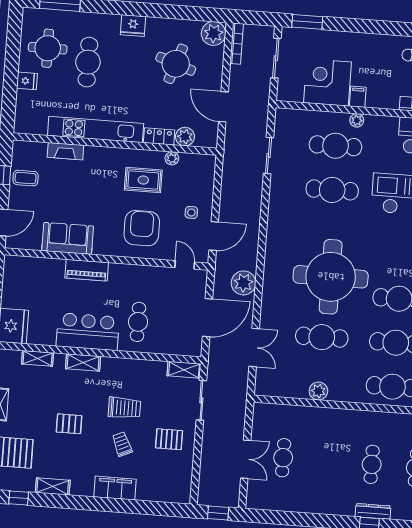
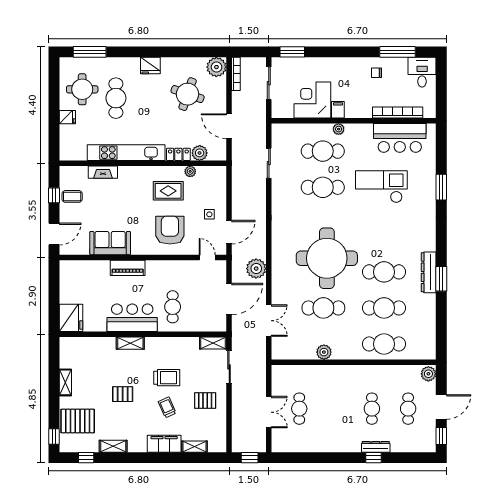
shelving: (38, 358) -> (195, 447), moved

